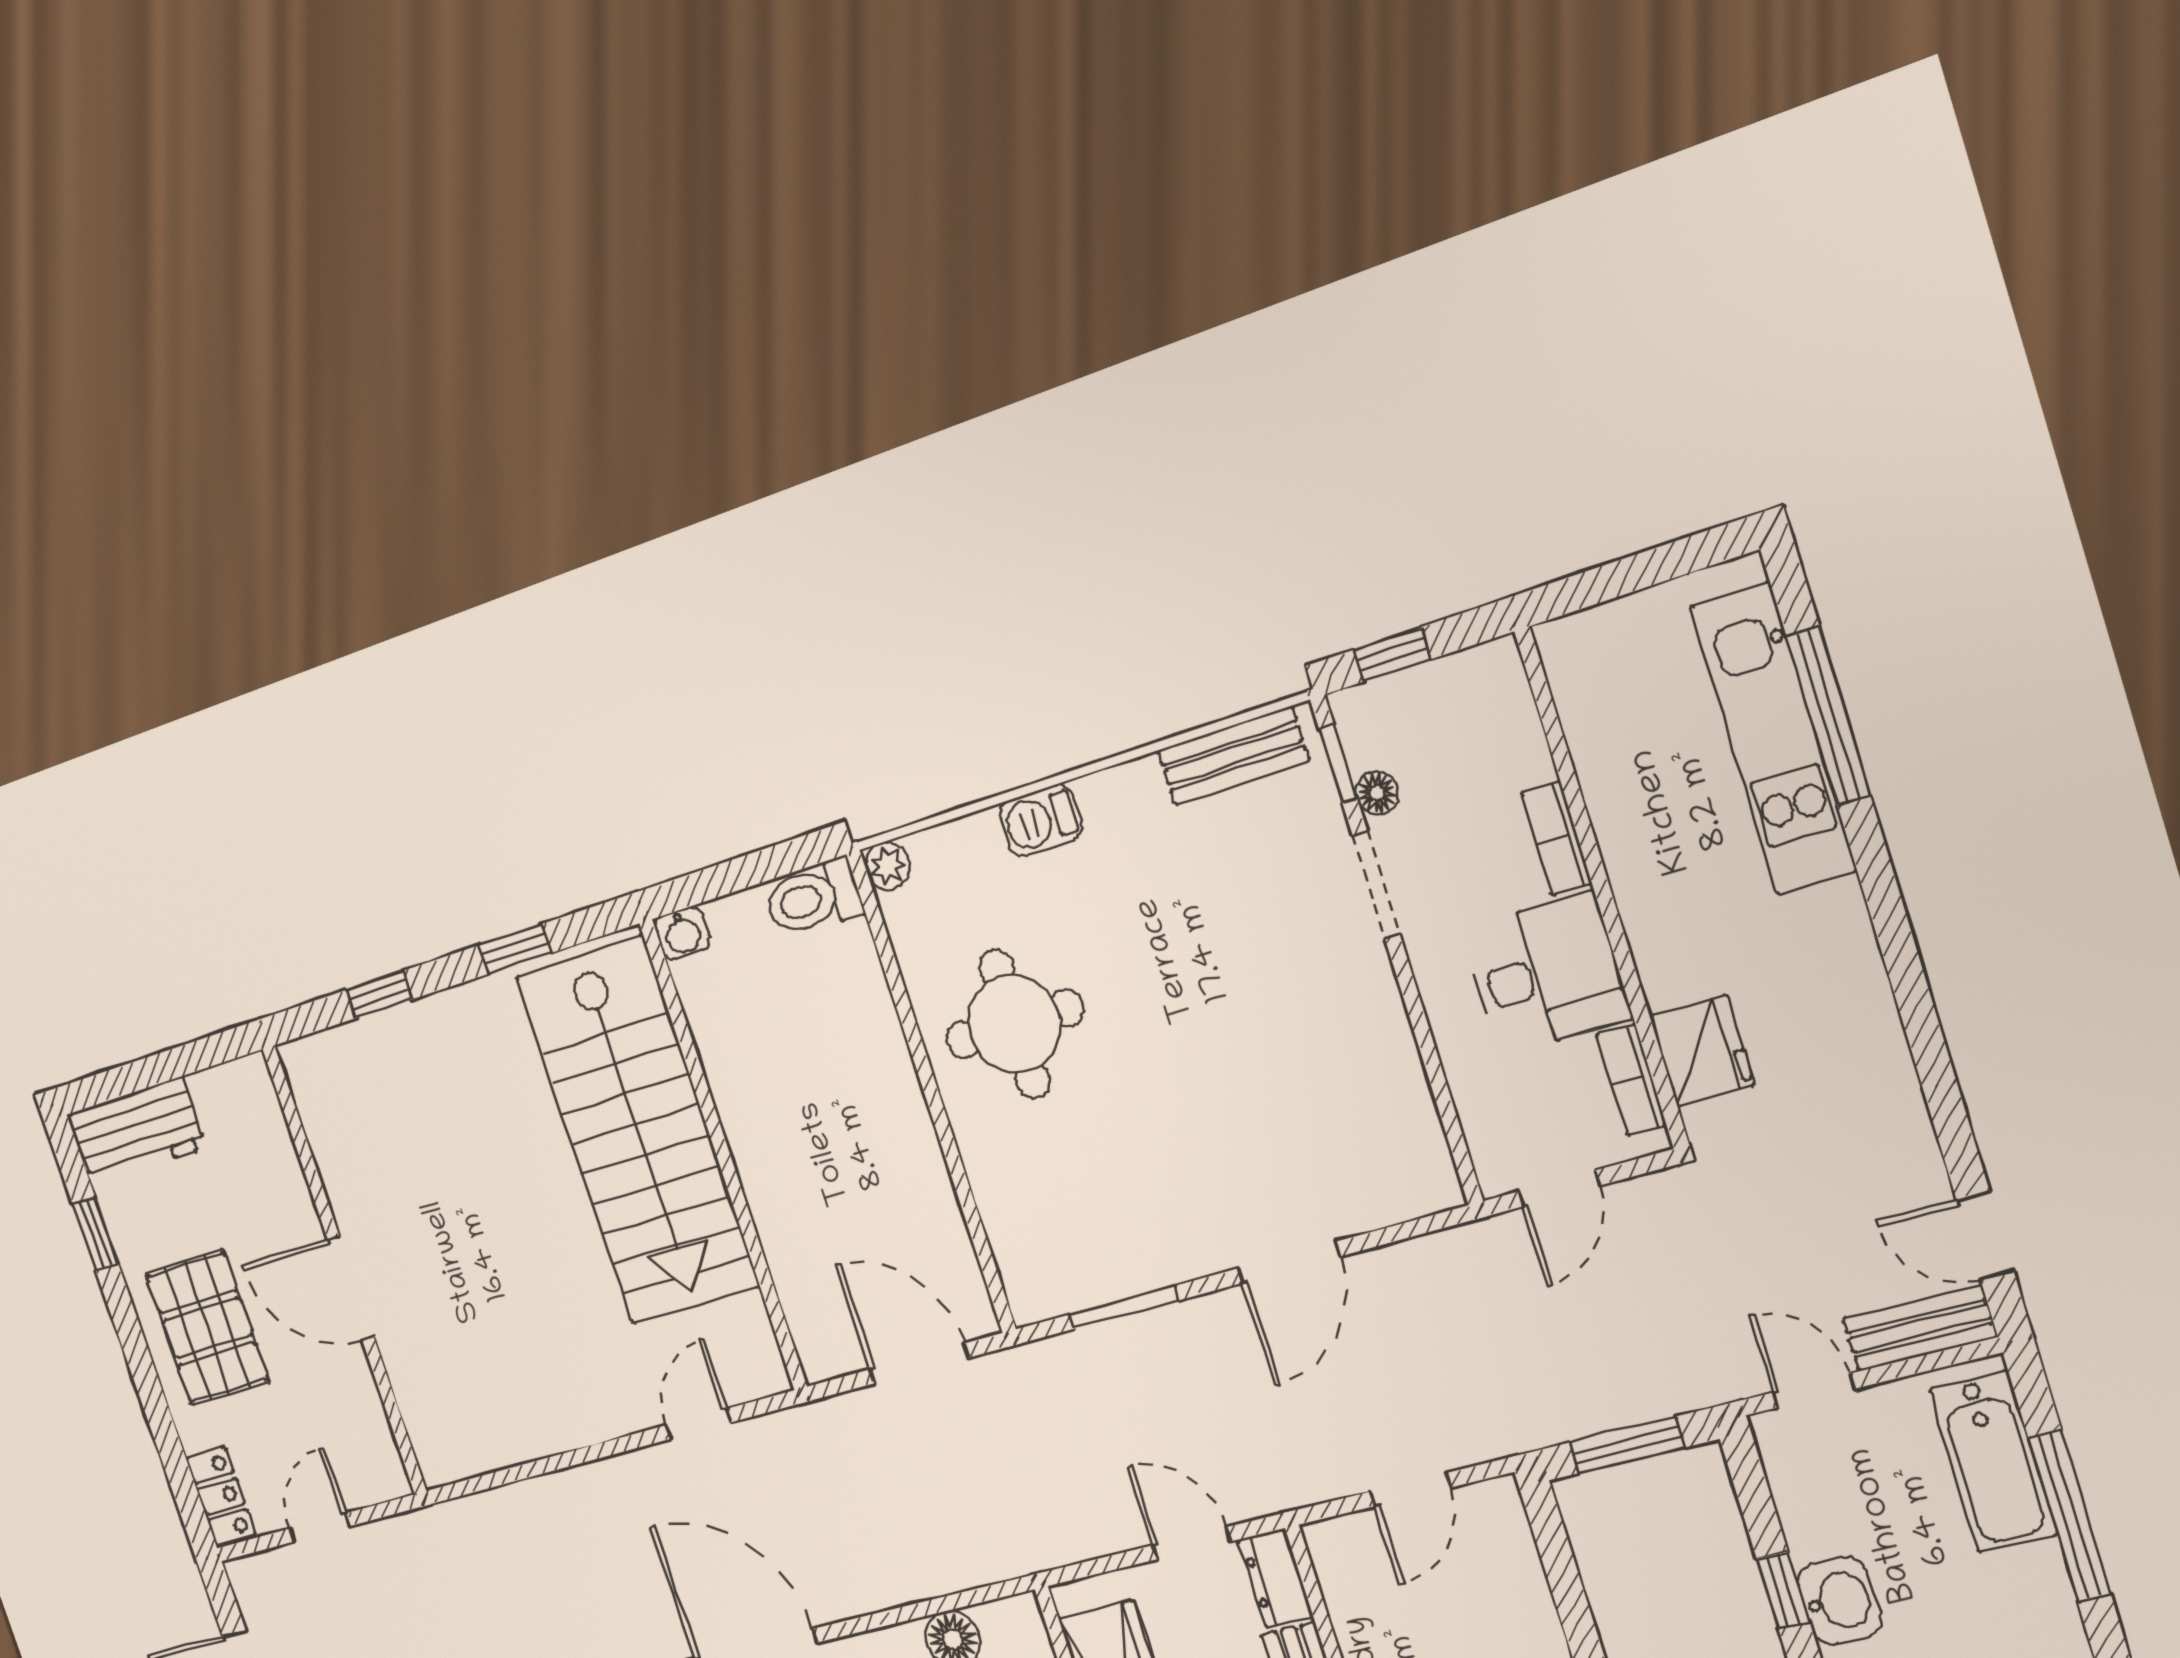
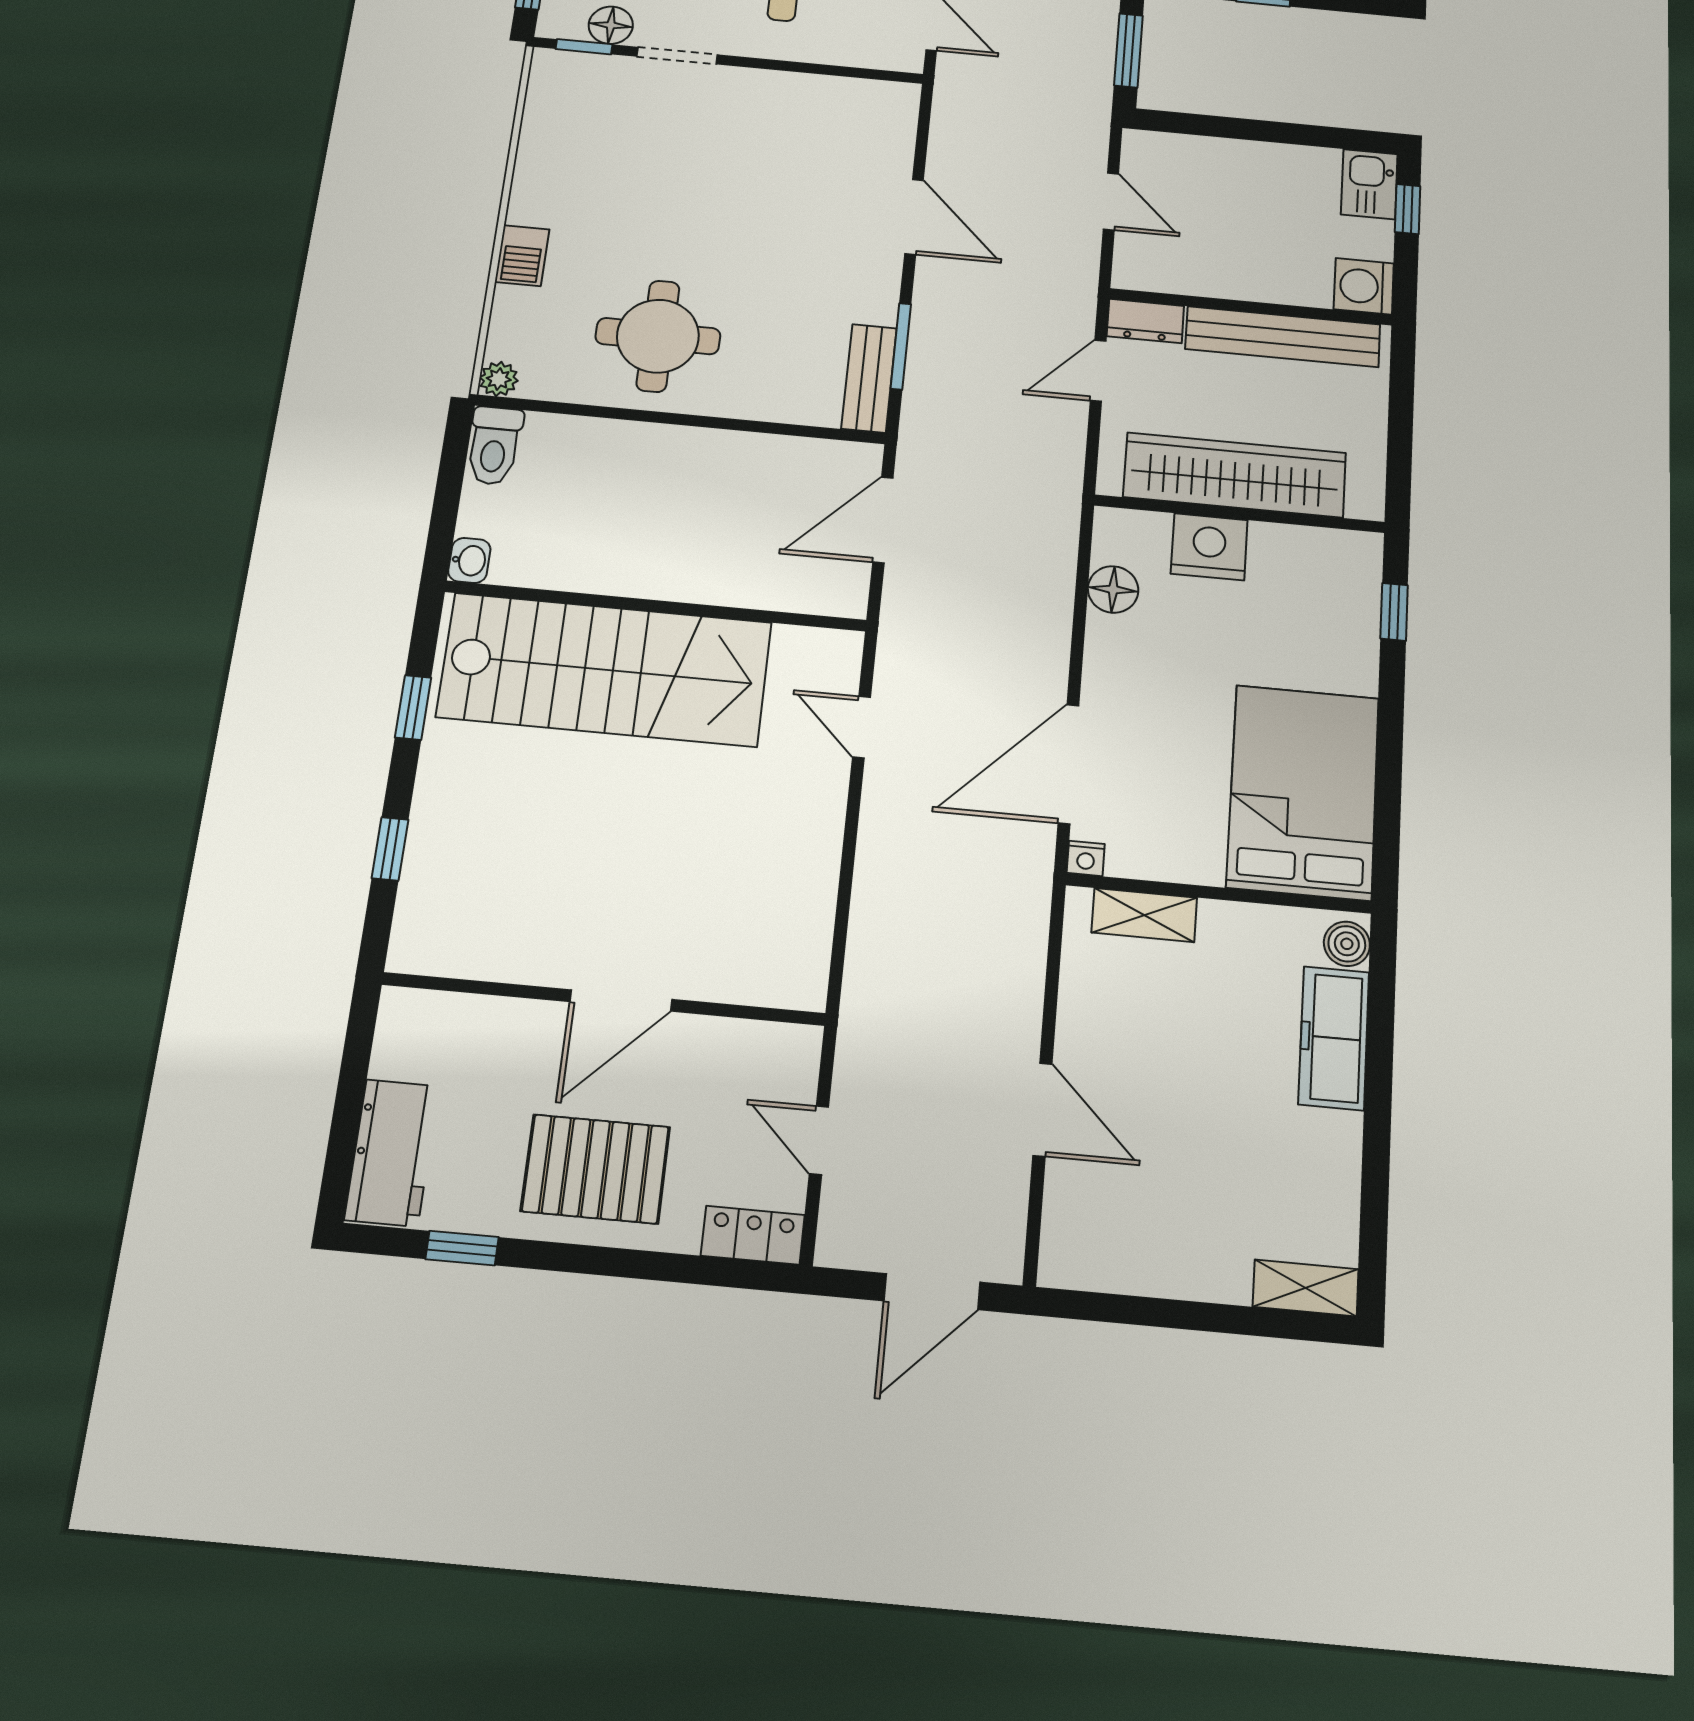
bench: (1233, 756) -> (869, 378), moved
floor lamp: (1377, 793) -> (611, 25), width x1.37, depth x1.37

